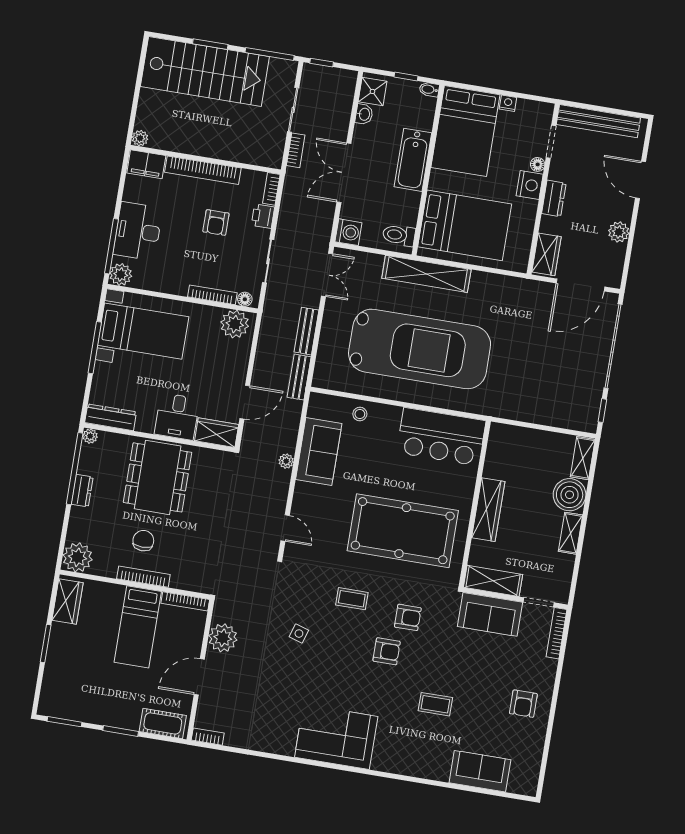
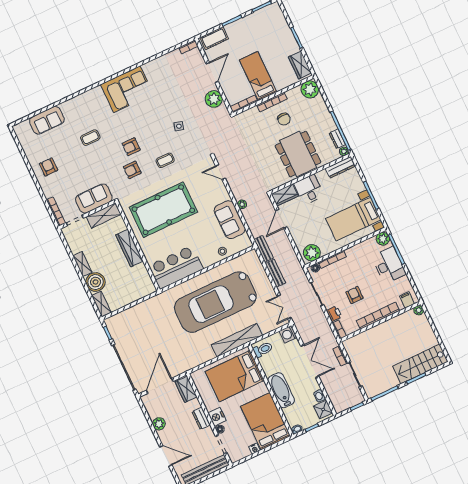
stairs: (205, 72) -> (420, 364), width x0.73, depth x0.66
filing cabinet: (146, 164) -> (407, 300), width x0.50
dresser: (82, 491) -> (337, 139), moved

